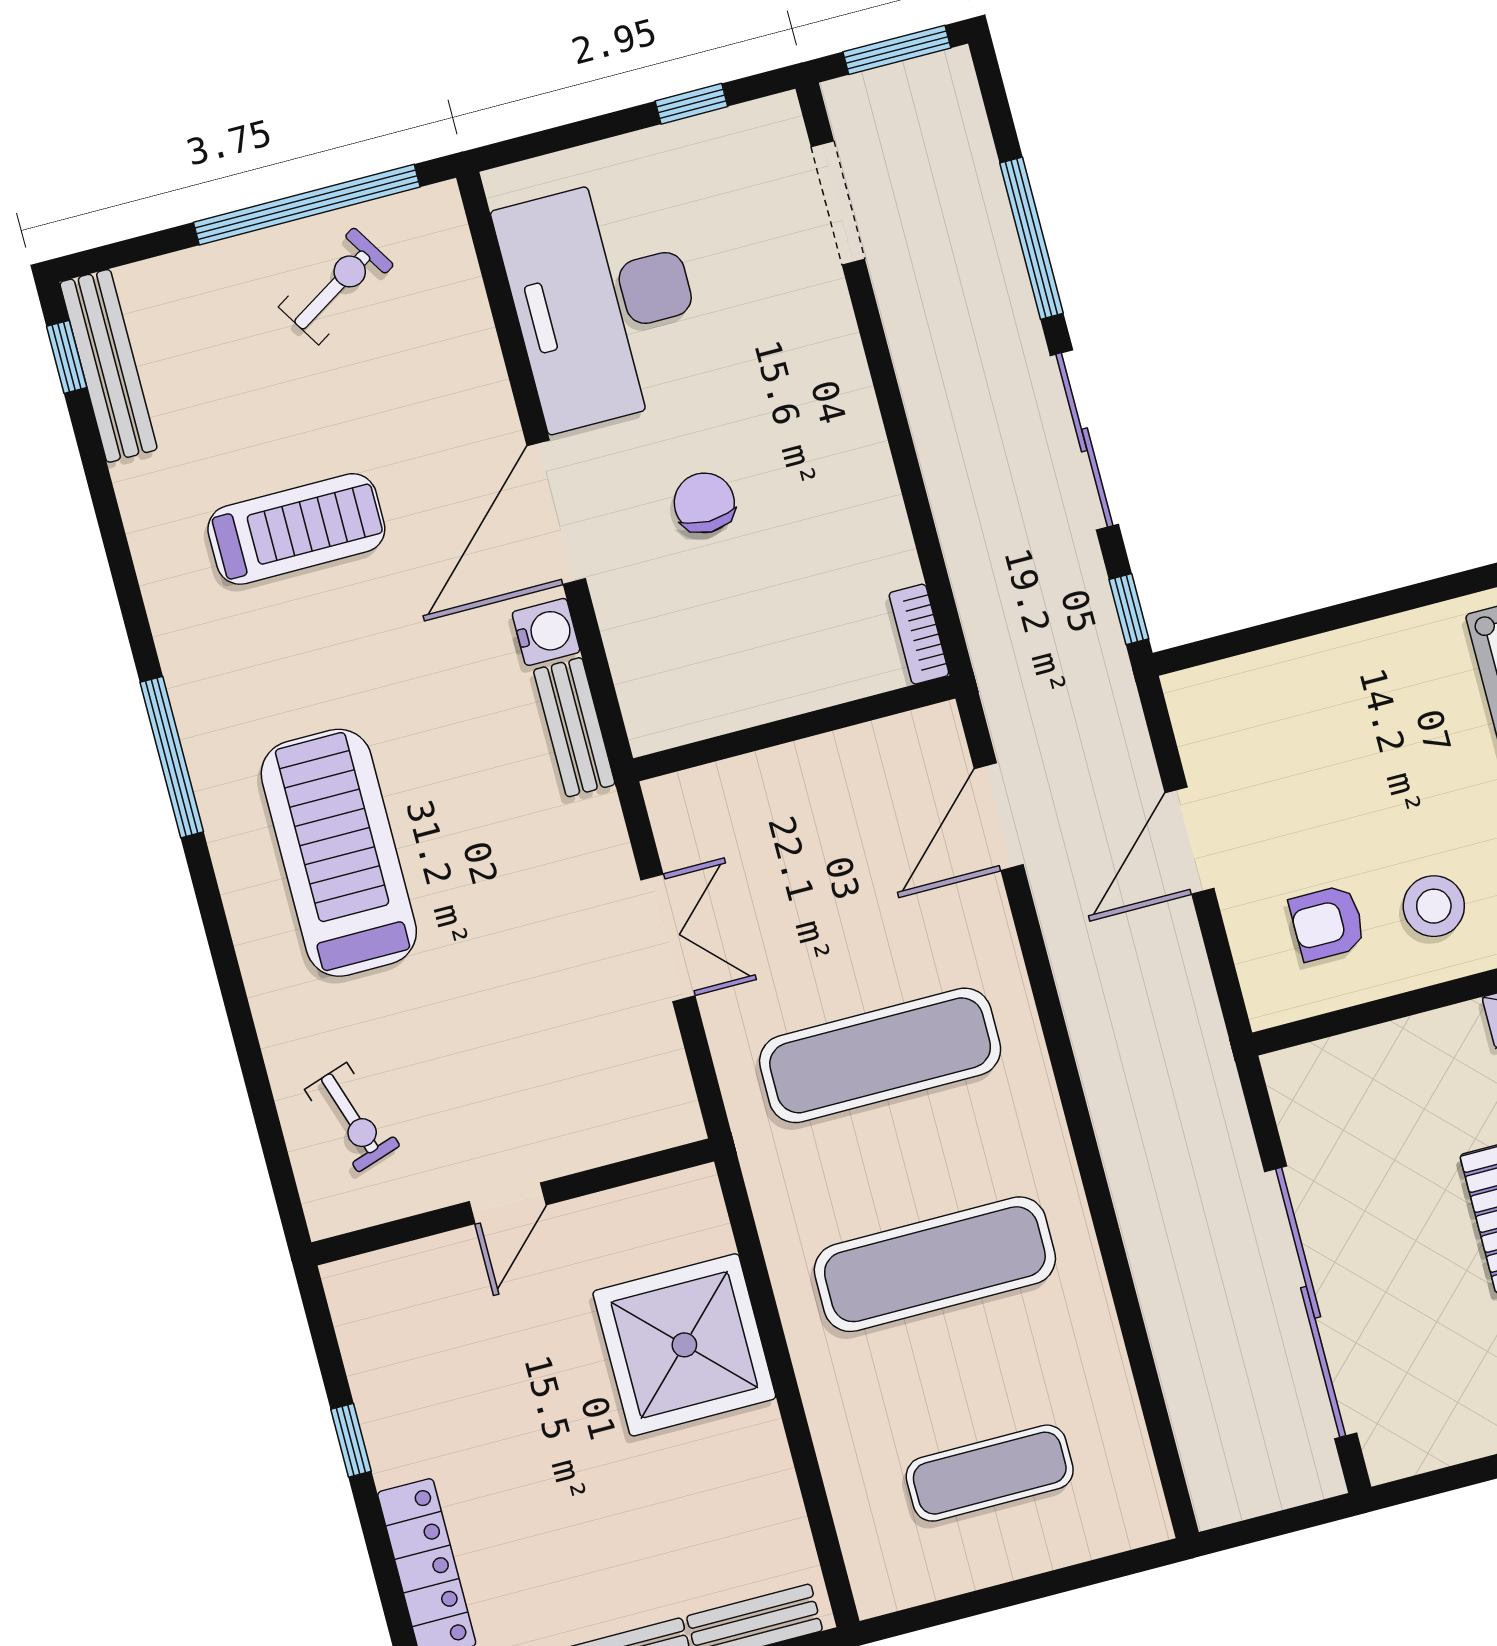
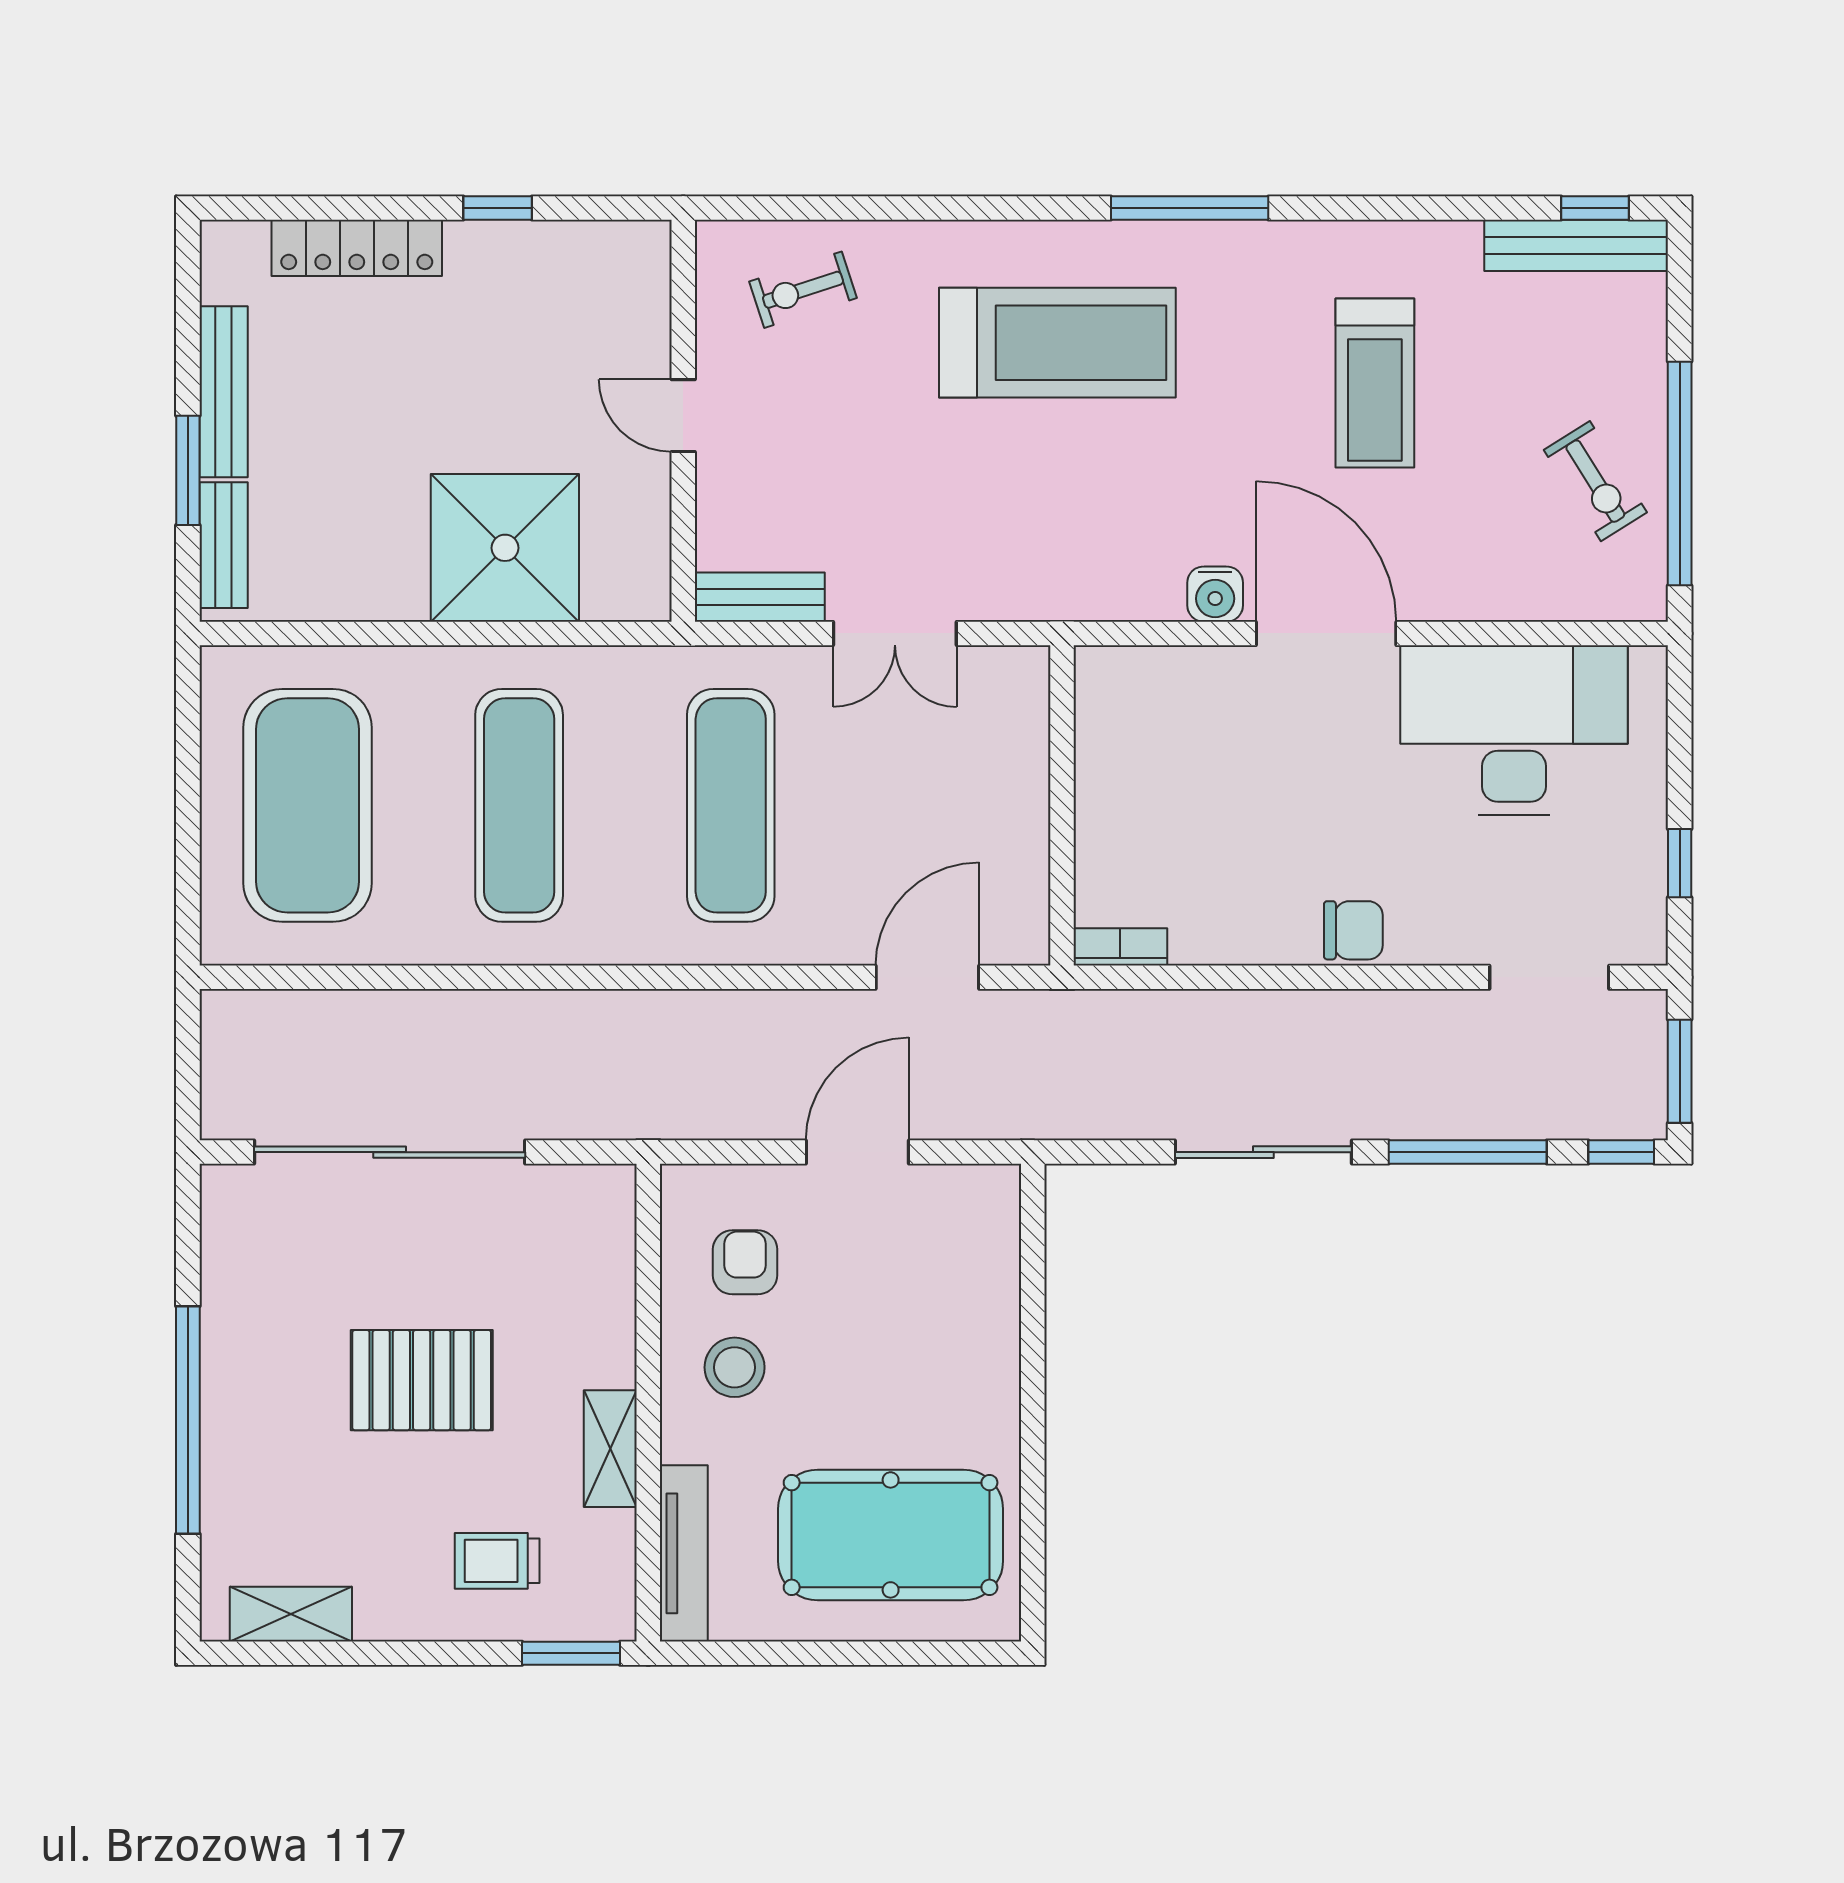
chair: (704, 503) -> (1353, 930), moved
window: (1129, 609) -> (1621, 1152), moved
bench: (574, 727) -> (760, 597), moved
door: (999, 817) -> (927, 977), hinge flipped
door: (1190, 841) -> (857, 1152), hinge flipped
exercise mat: (990, 1473) -> (308, 805), width x2.00, depth x1.45

